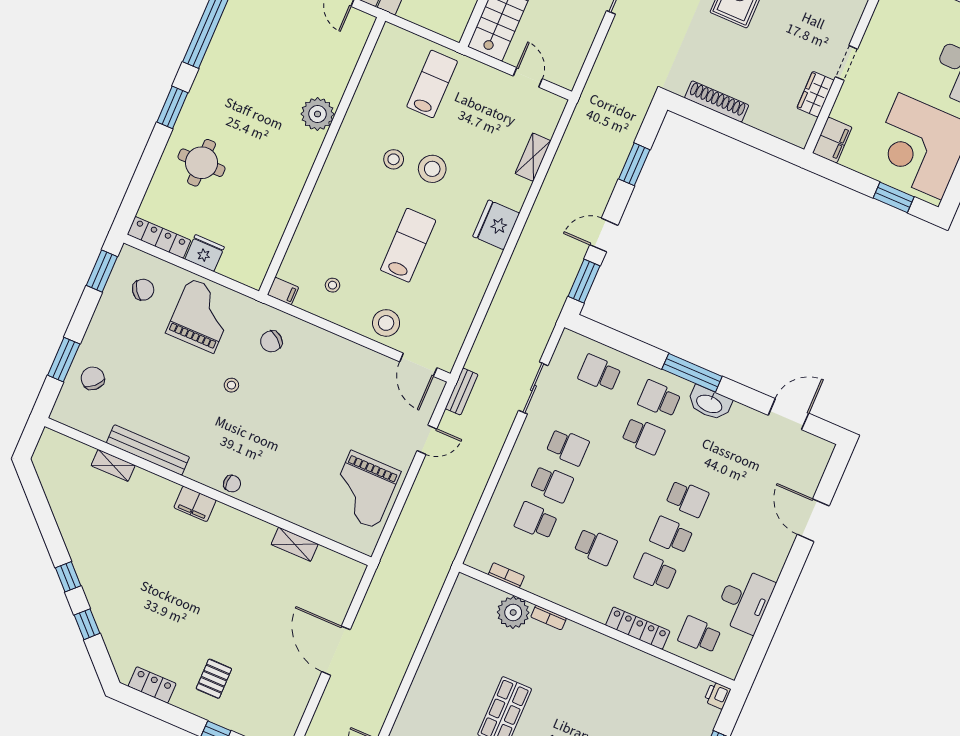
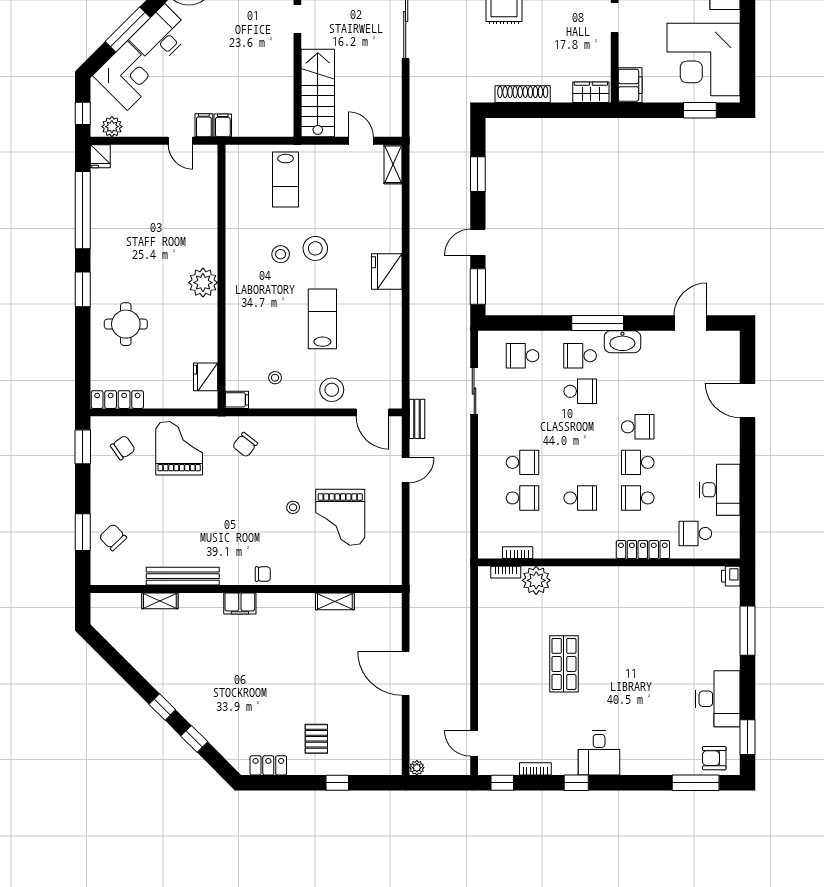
lab bench: (432, 84) -> (286, 180), turned 180
wardrobe: (815, 94) -> (591, 92), moved, turned 90
plant: (318, 114) -> (203, 283), moved
shelving: (533, 157) -> (393, 164), moved
fridge: (205, 253) -> (206, 377), moved, turned -90
stool: (231, 385) -> (293, 507), moved
school desk: (568, 447) -> (523, 427), removed
grand piano: (364, 490) -> (340, 517), moved
school desk: (536, 521) -> (523, 498), turned 180
bookcase: (549, 618) -> (506, 572), moved

